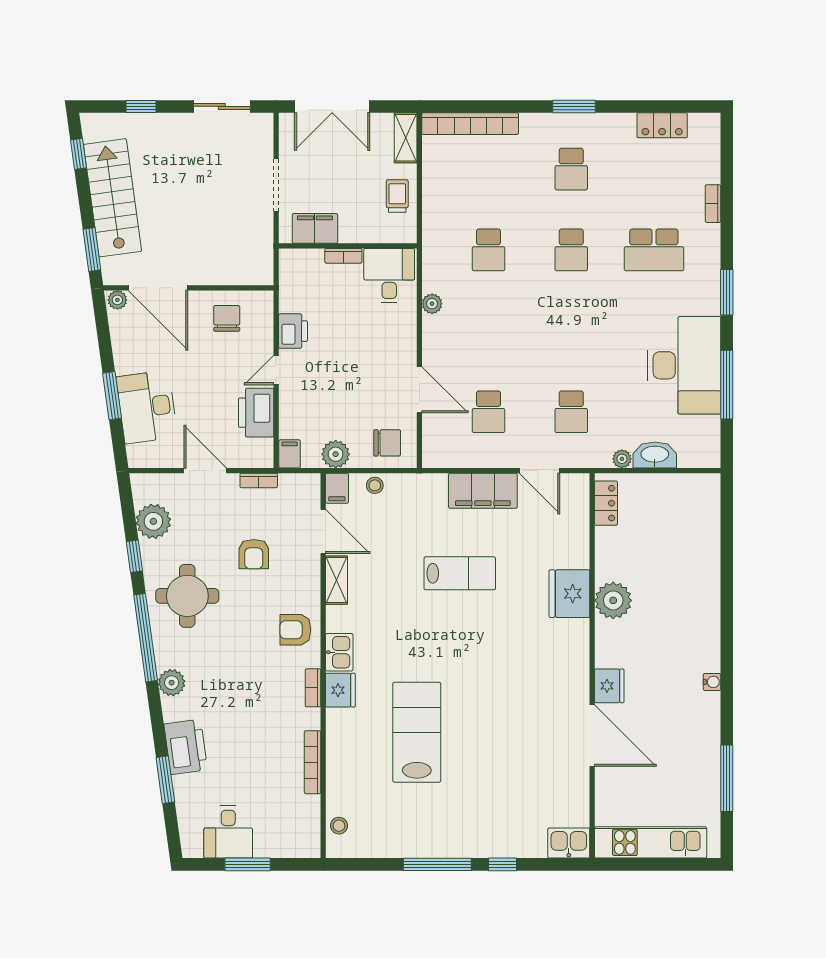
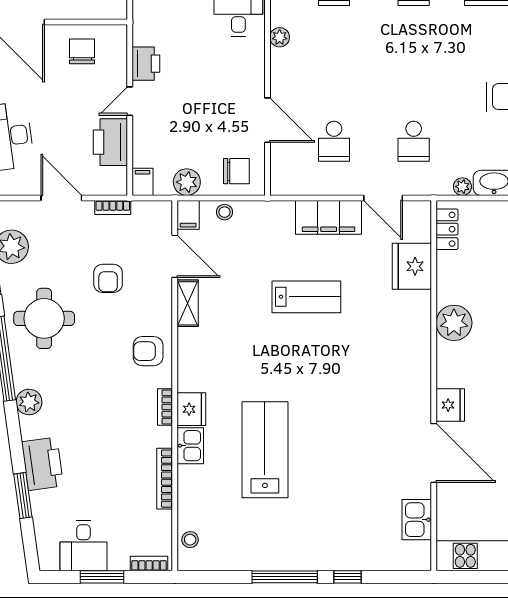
fridge: (569, 594) -> (412, 266), moved
kitchen sink: (339, 652) -> (190, 446), moved
kitchen sink: (569, 843) -> (417, 520), moved, turned -90
bookcase: (296, 850) -> (149, 564), added

